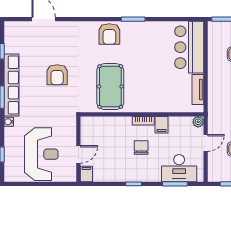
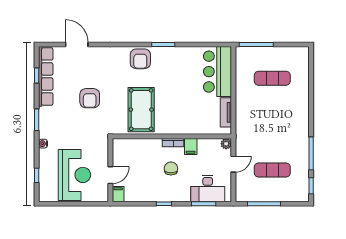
row of seats: (12, 85) -> (46, 76), moved

